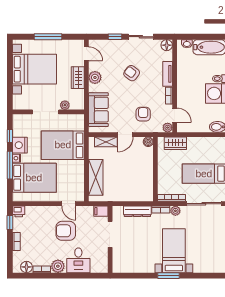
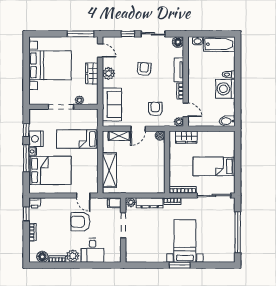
window: (48, 37) -> (81, 34), moved
armchair: (132, 73) -> (144, 69), turned 58
bed: (63, 145) -> (77, 139), width x0.67
plant: (175, 211) -> (131, 202), moved

